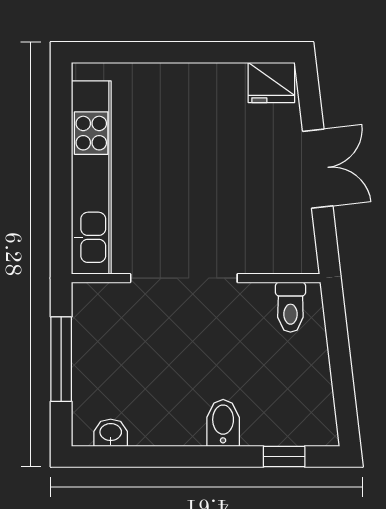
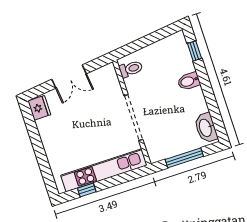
window: (61, 127) -> (87, 190), added
double door: (318, 169) -> (69, 77), swing flipped
washbasin: (111, 433) -> (206, 128), width x1.91, depth x1.45

